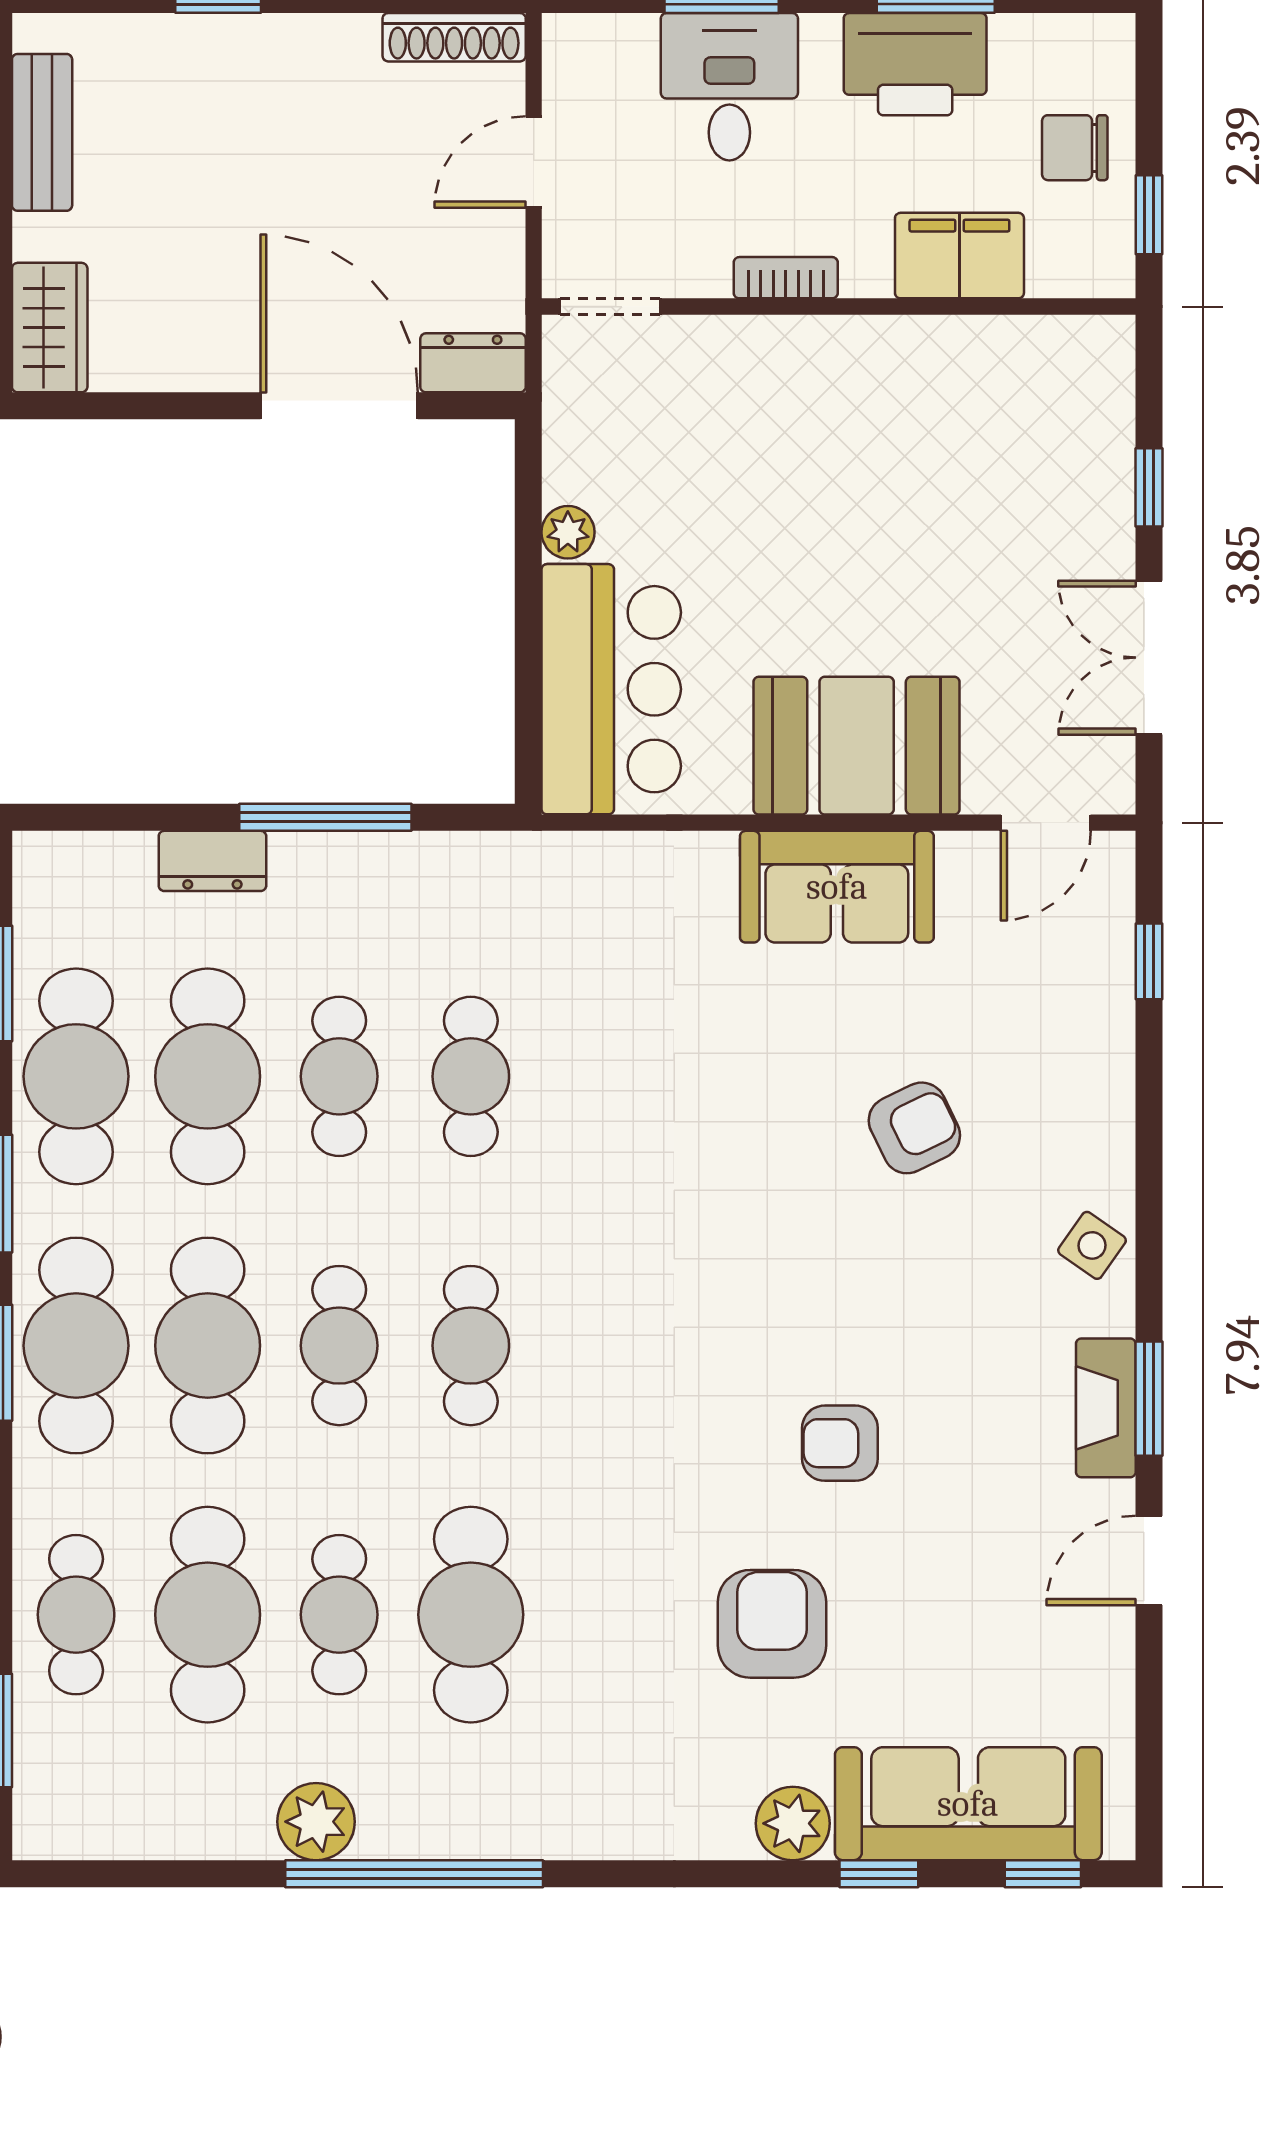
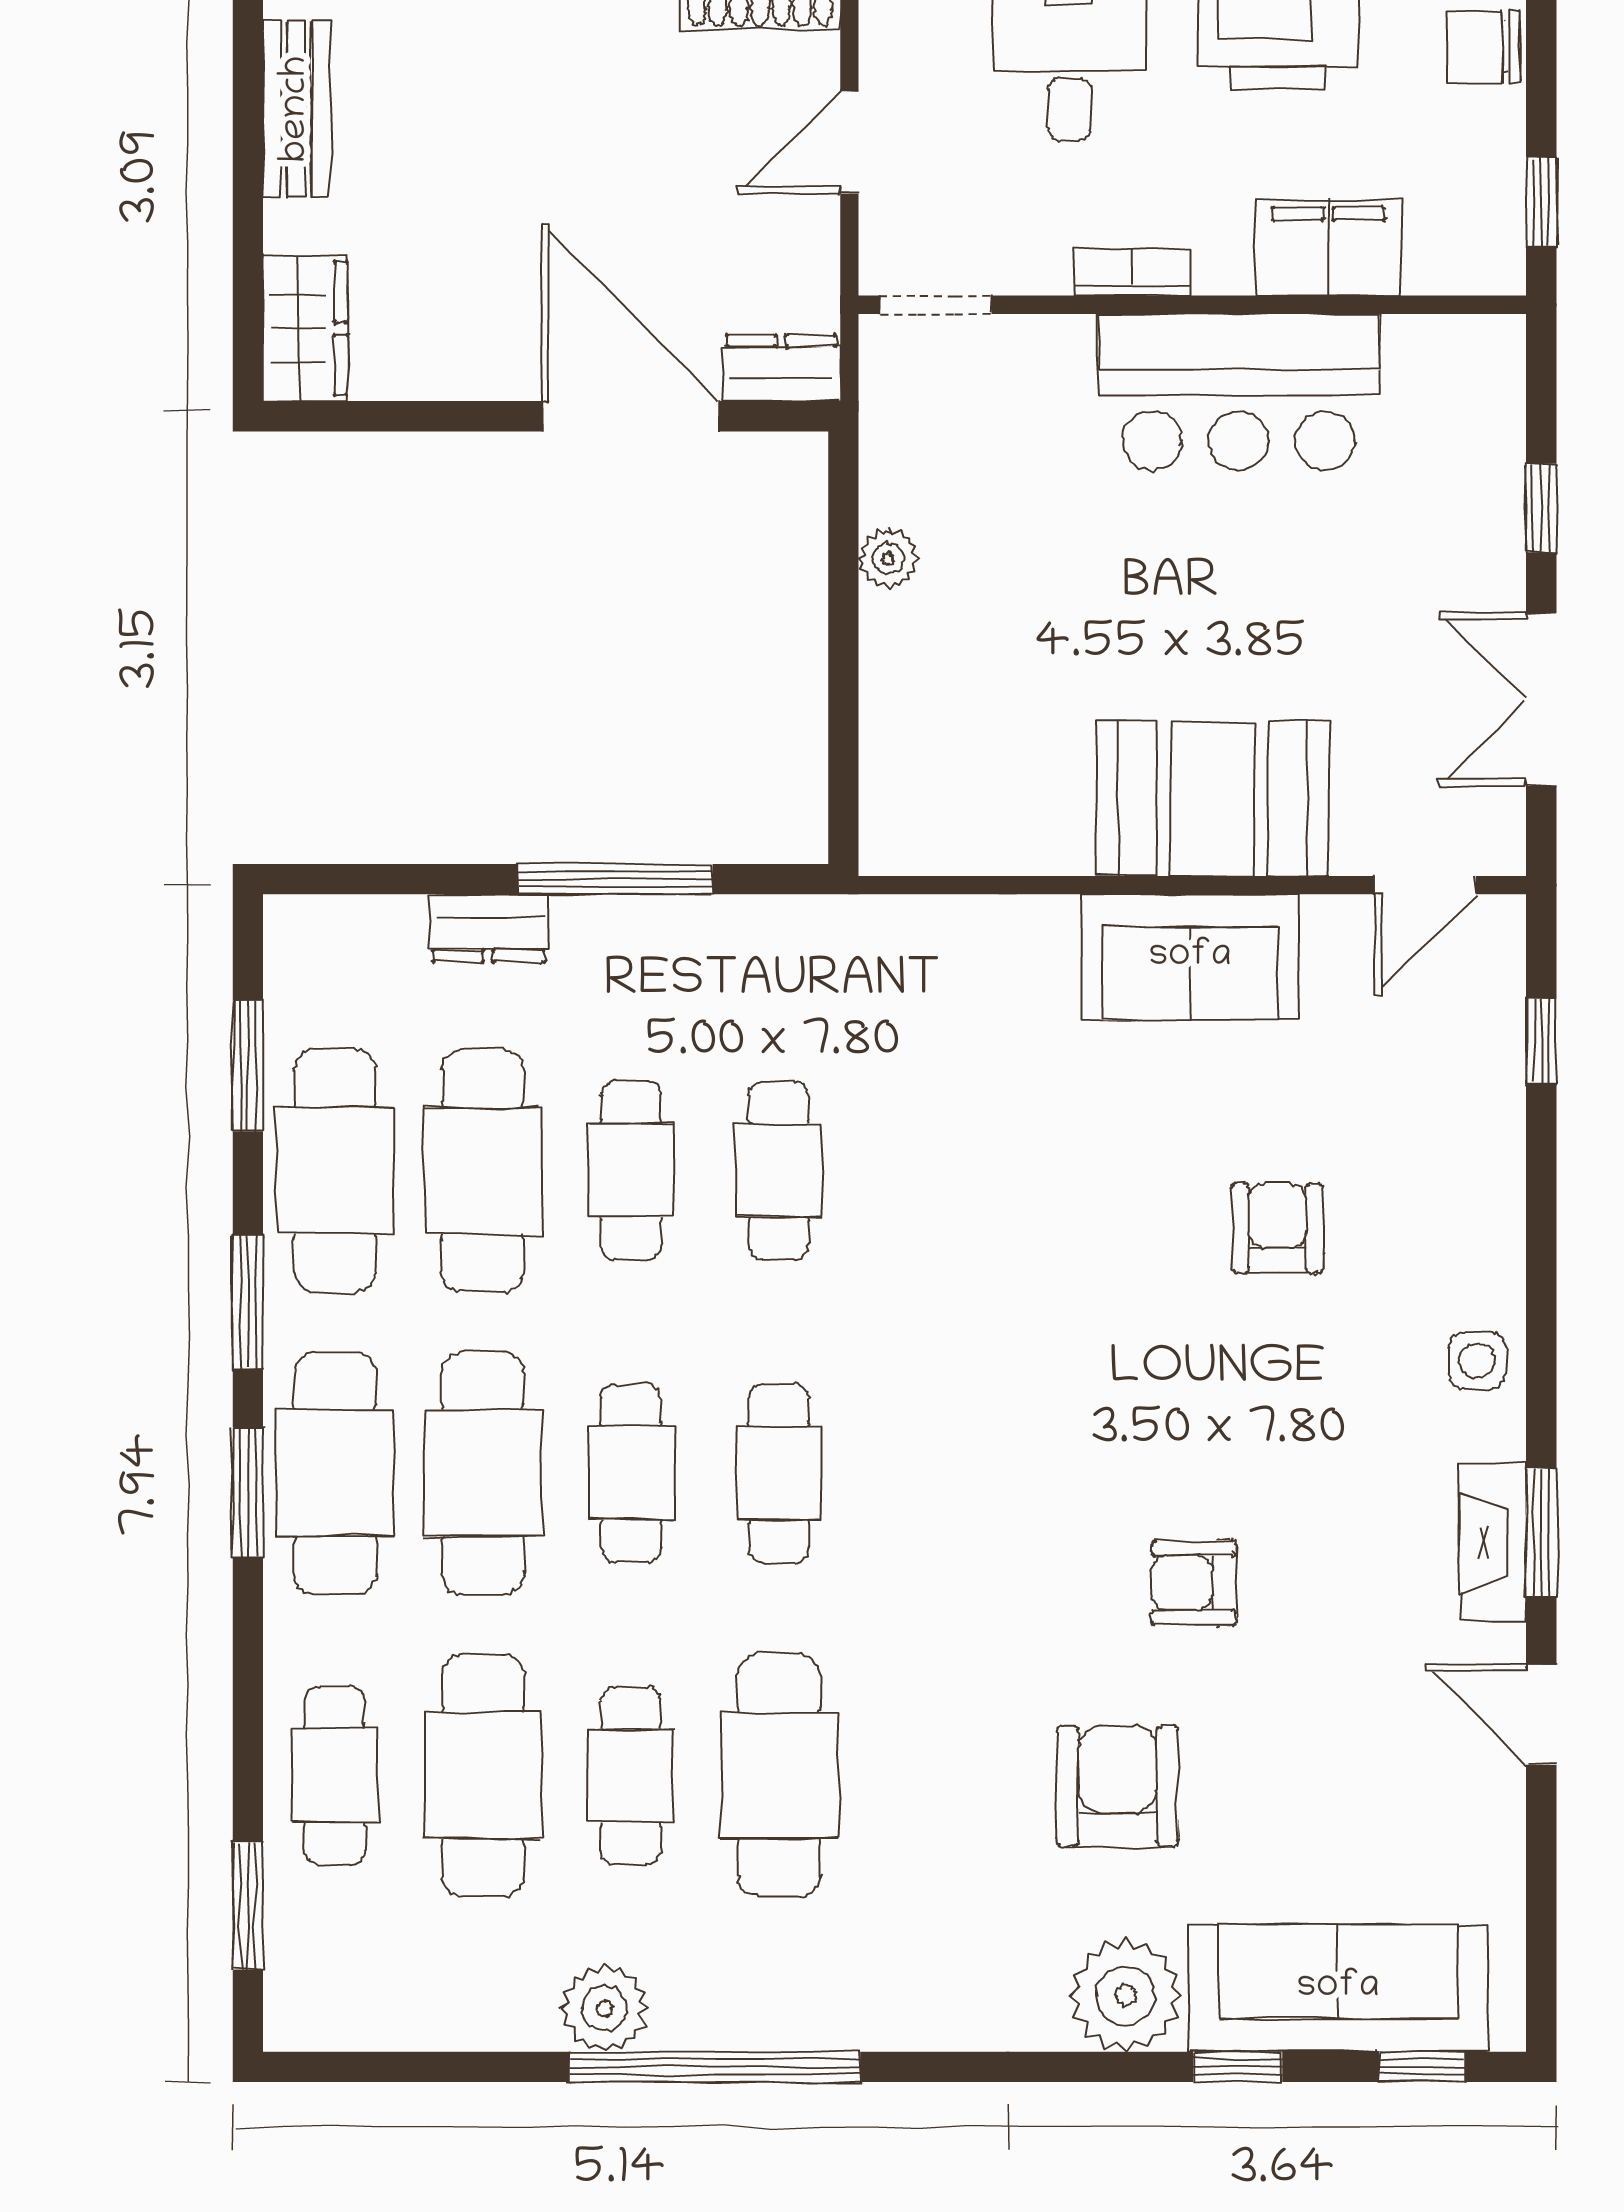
chair: (1075, 148) -> (1483, 47), moved
bar counter: (611, 689) -> (1239, 392), moved, turned 90
armchair: (914, 1128) -> (1278, 1228), turned -64
side table: (1092, 1245) -> (1477, 1360), turned -35
door: (1149, 1560) -> (1541, 1715), hinge flipped
plant: (793, 1823) -> (1126, 1995), width x1.36, depth x1.36

